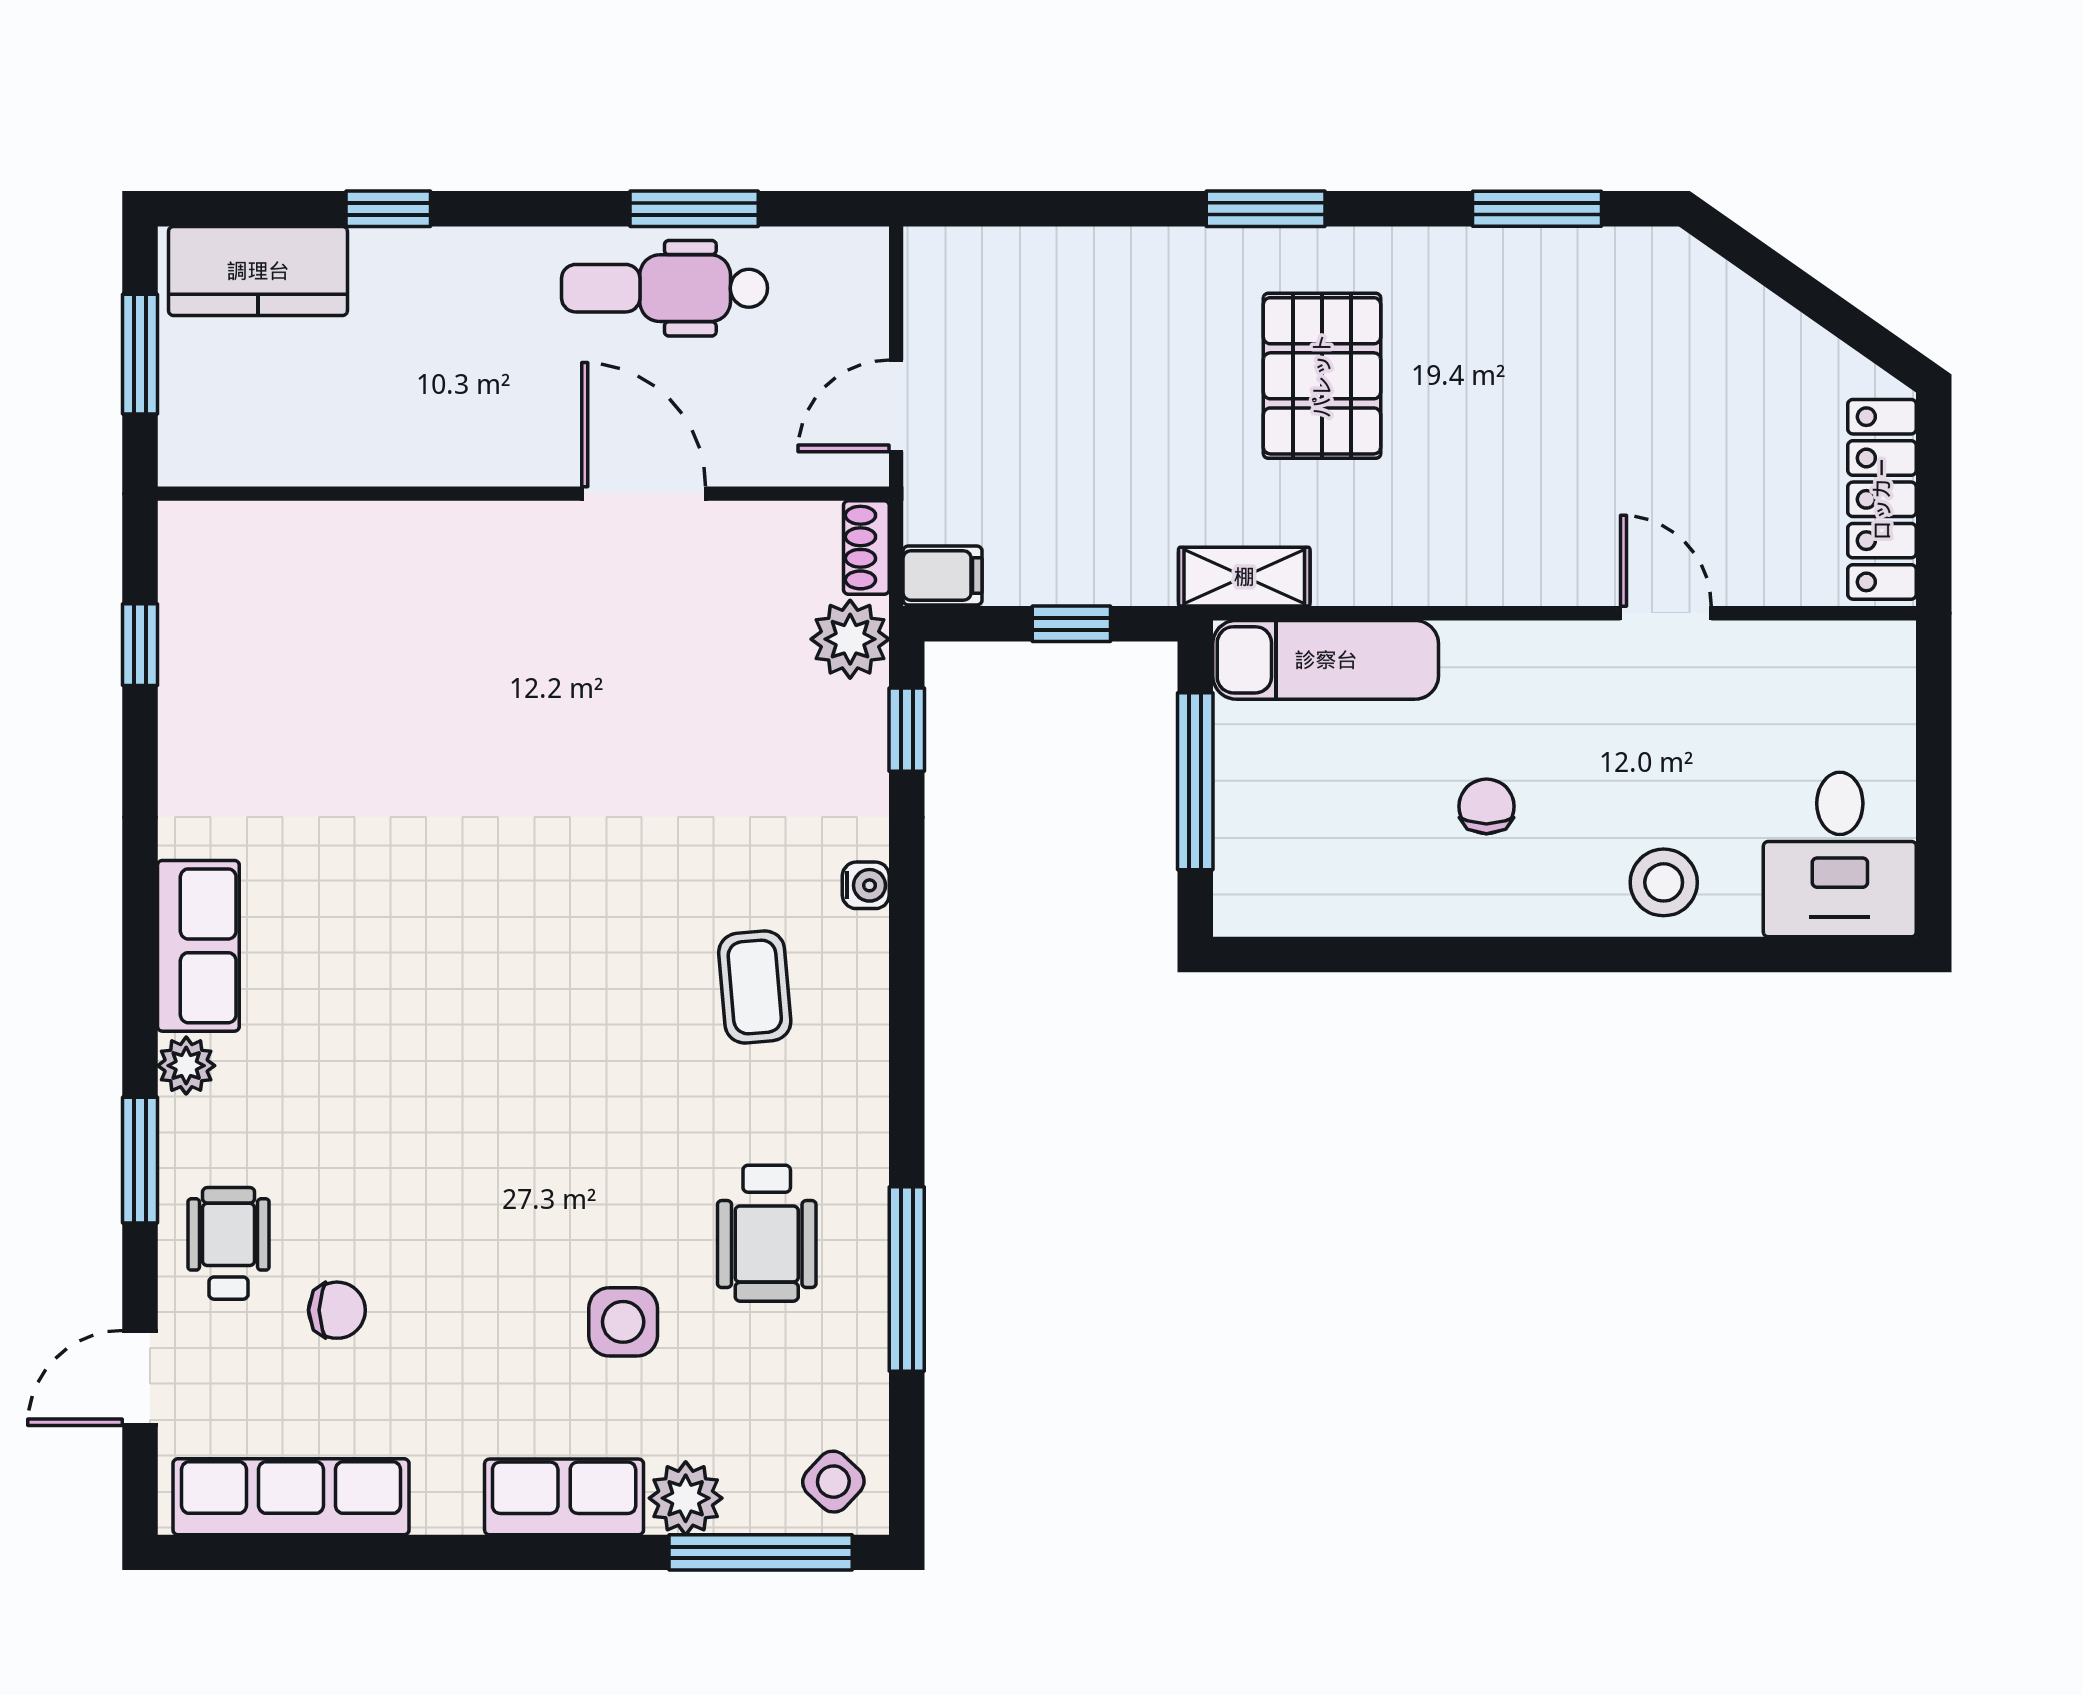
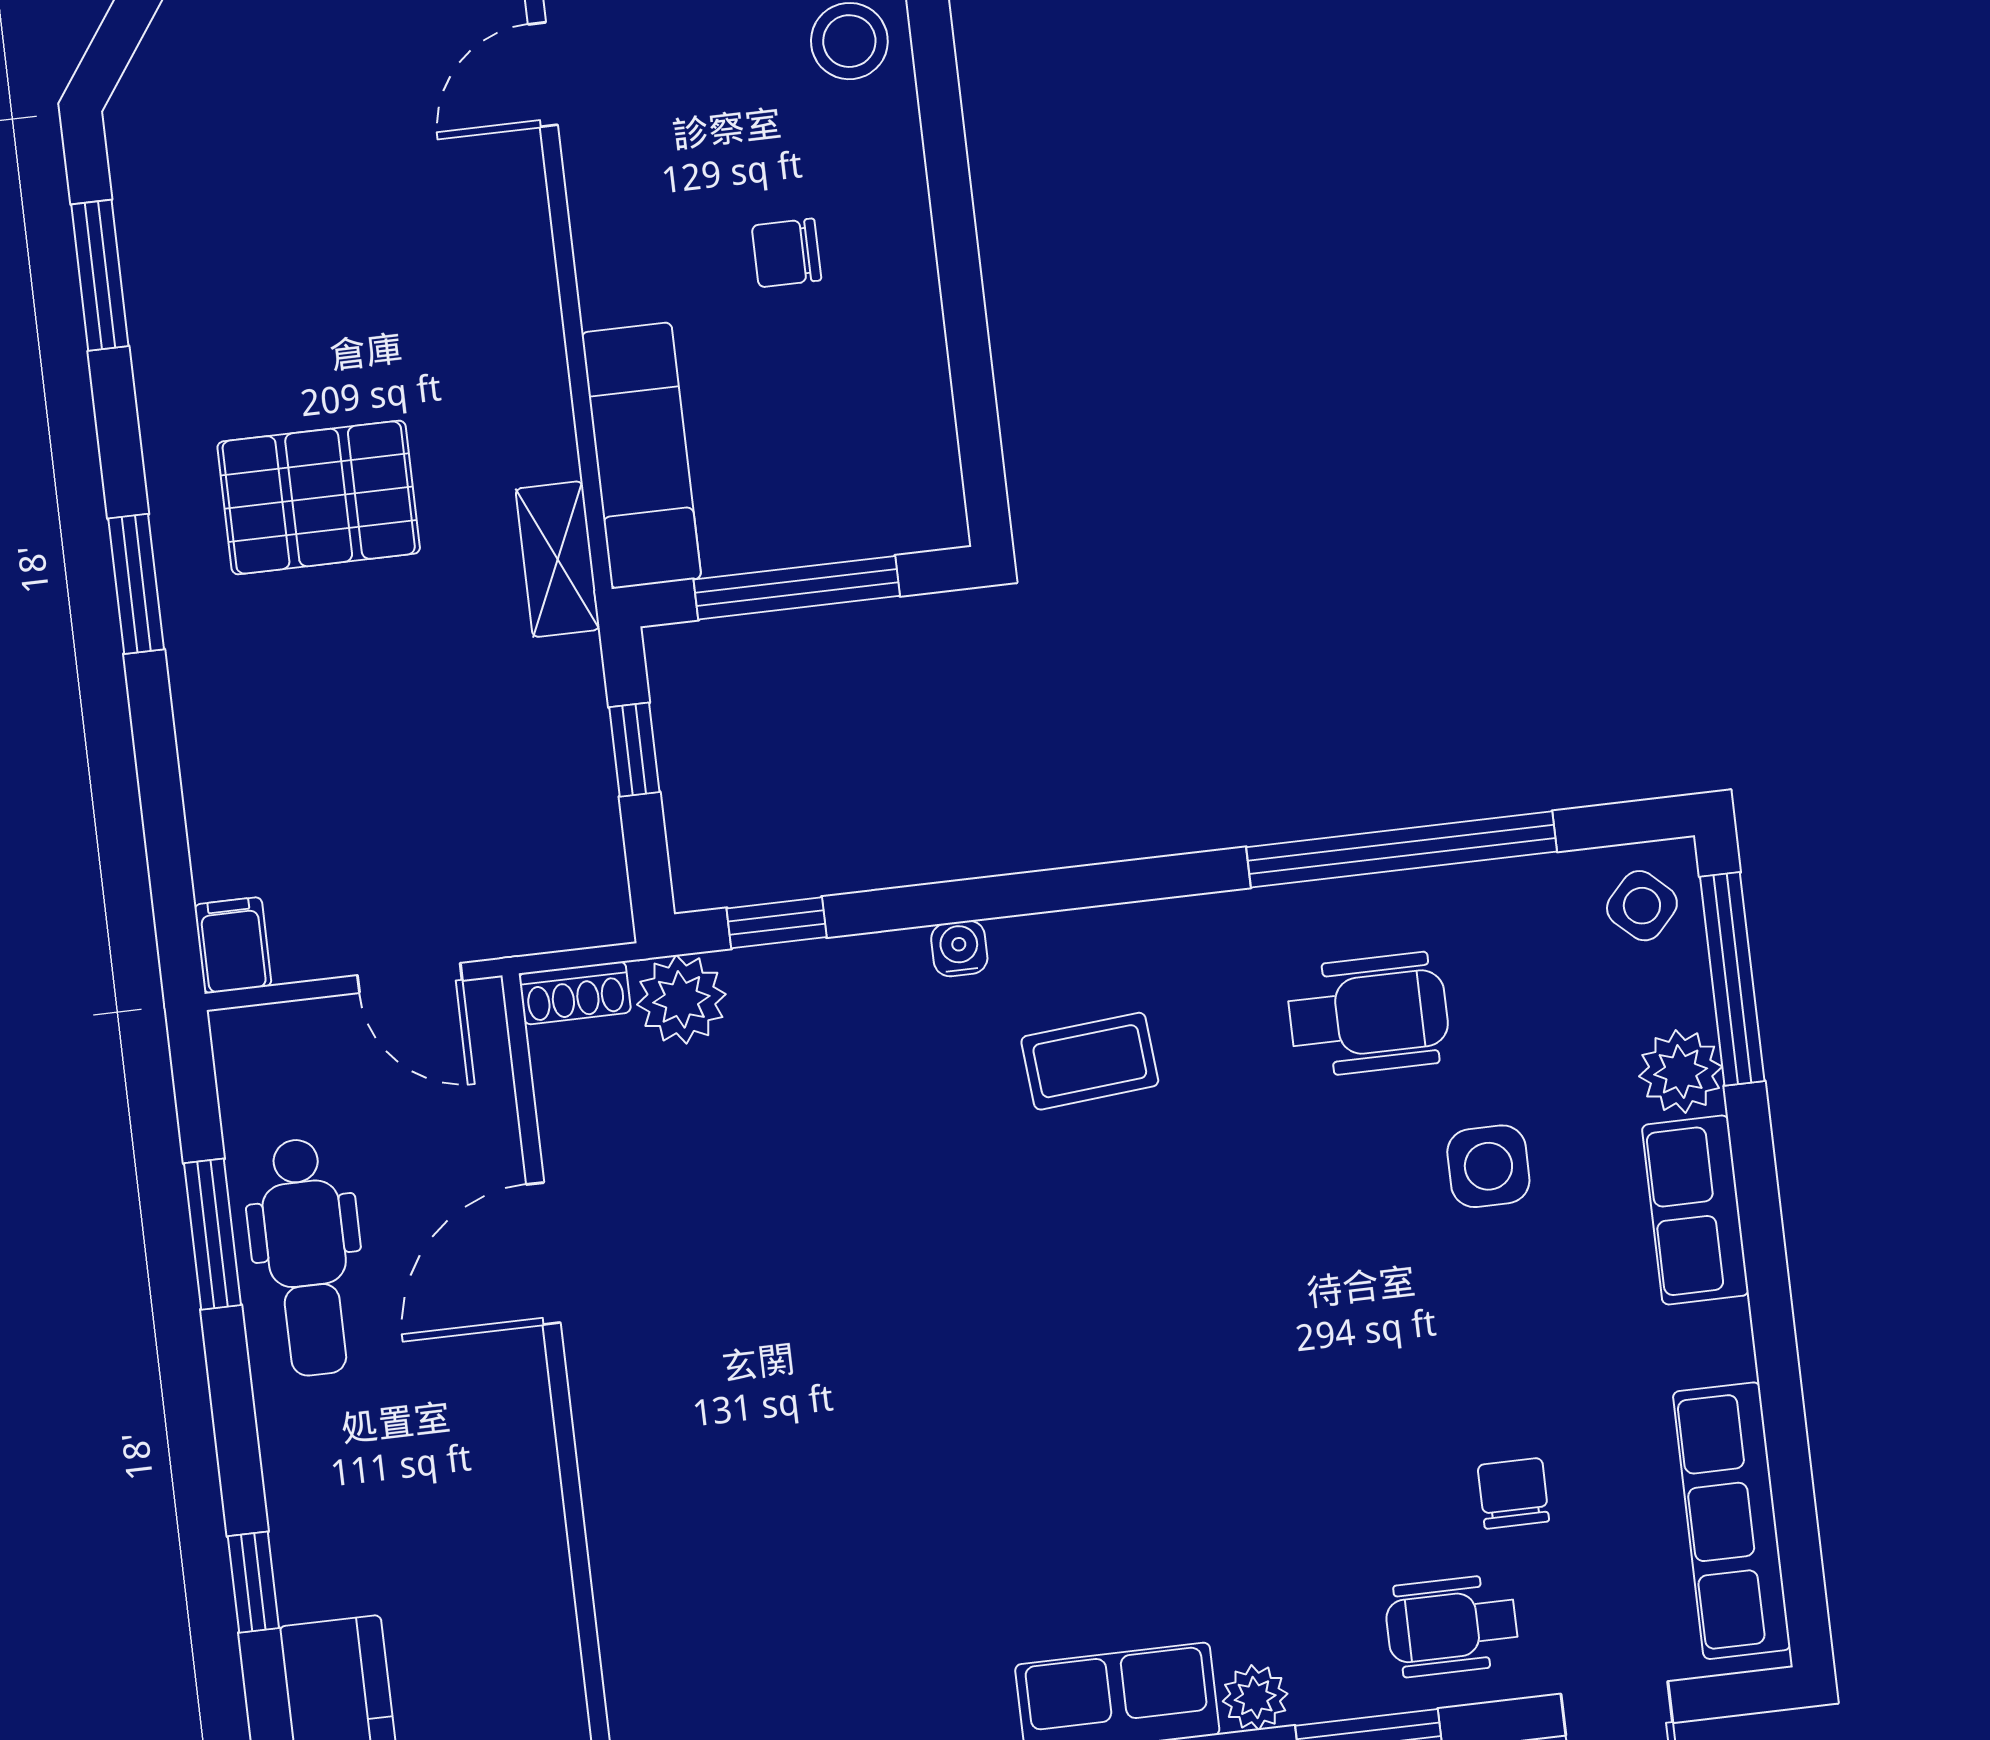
filing cabinet: (943, 575) -> (233, 945), moved
window: (907, 1279) -> (1402, 849), width x1.46

